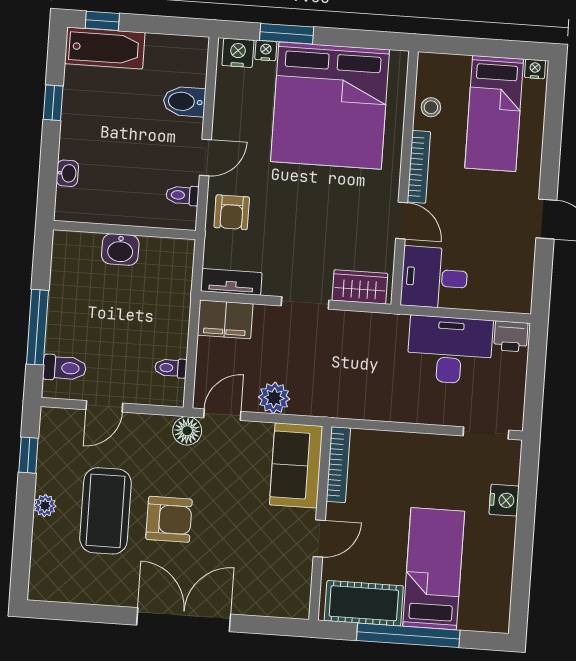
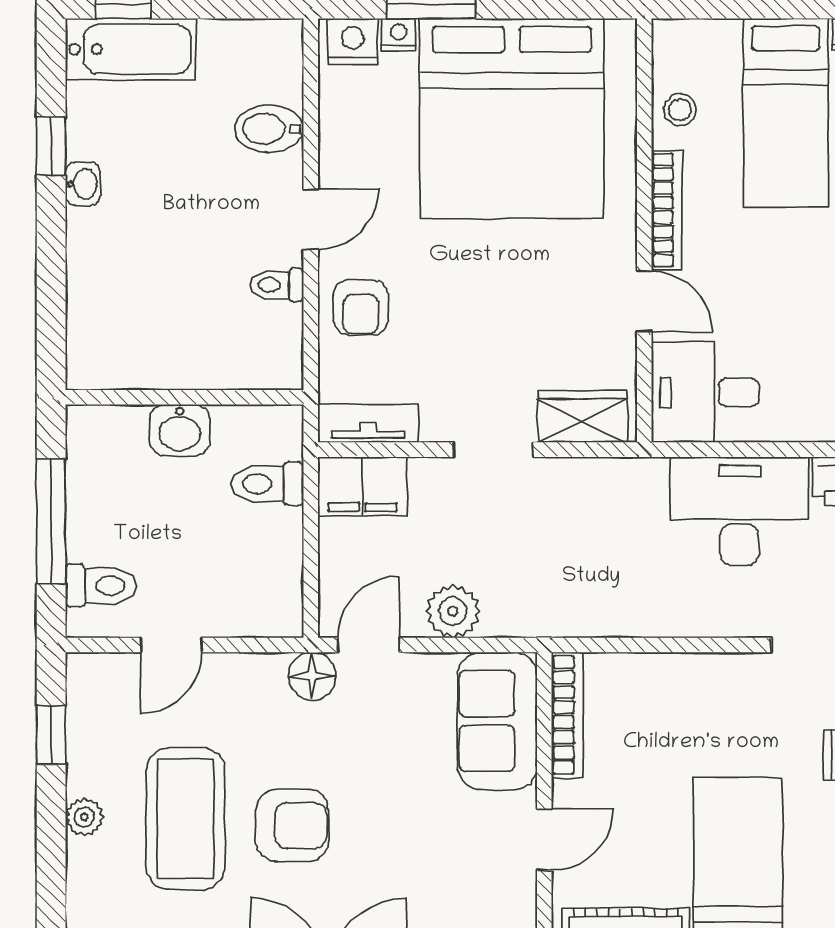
washbasin: (67, 173) -> (83, 184), moved
wall: (124, 230) -> (184, 397), moved
washbasin: (120, 249) -> (180, 430), moved
toilet: (171, 368) -> (267, 484), moved, width x1.37, depth x1.39

